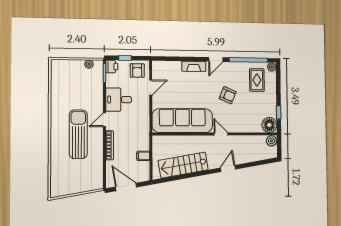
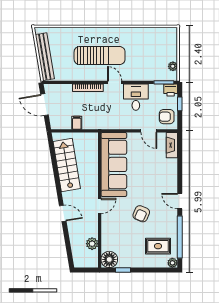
fireplace: (194, 66) -> (172, 145), moved
plant: (271, 141) -> (92, 244), moved
bench: (79, 187) -> (45, 57), added
door: (126, 187) -> (45, 105), swing flipped

